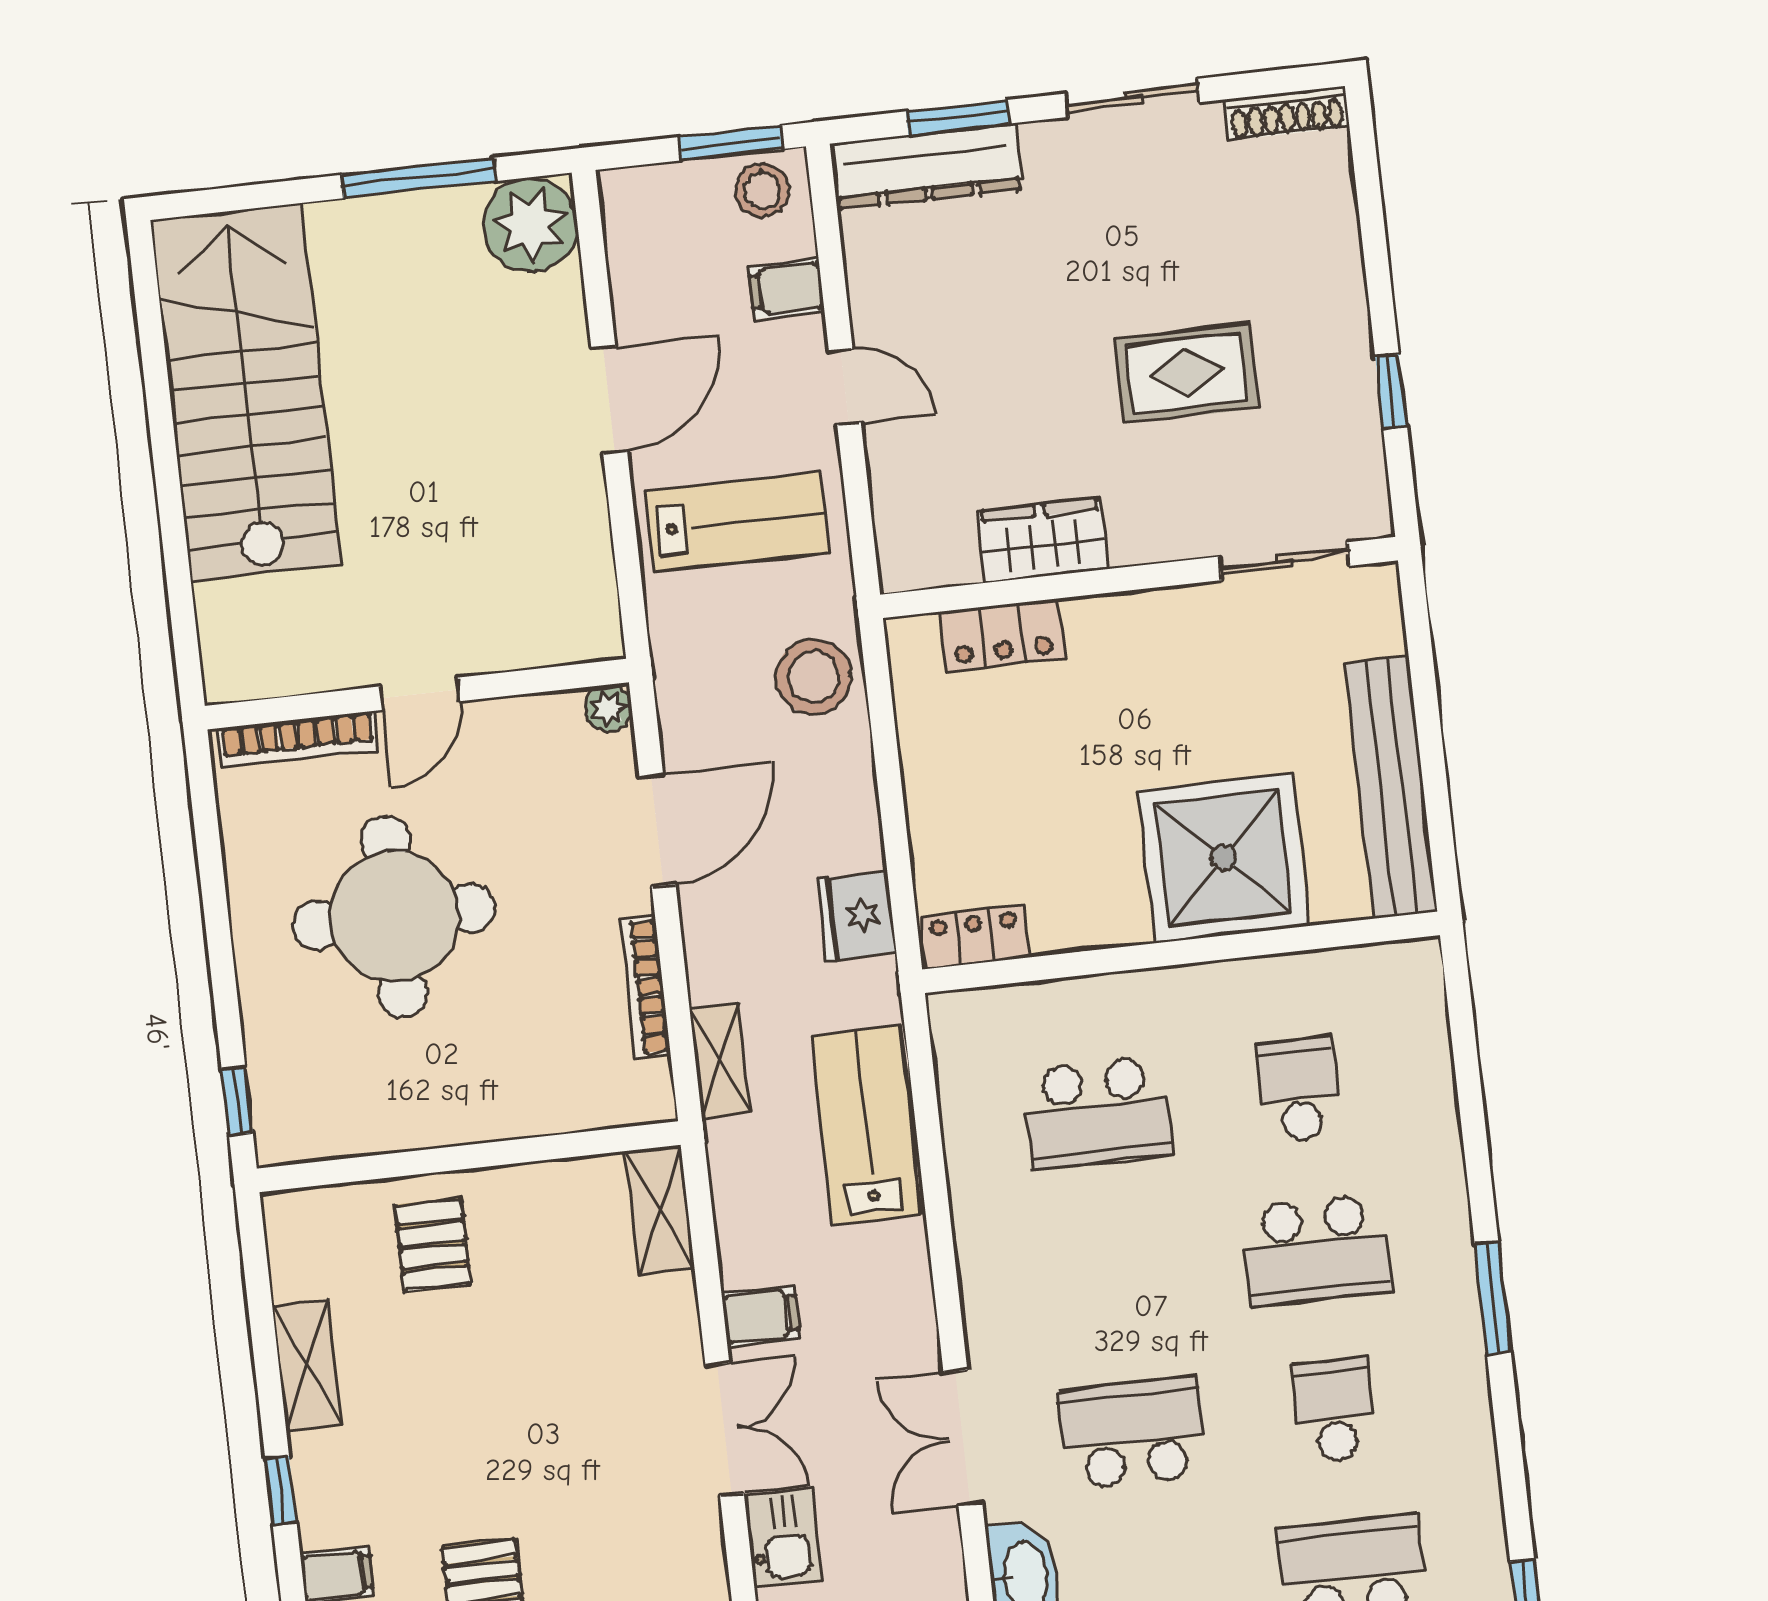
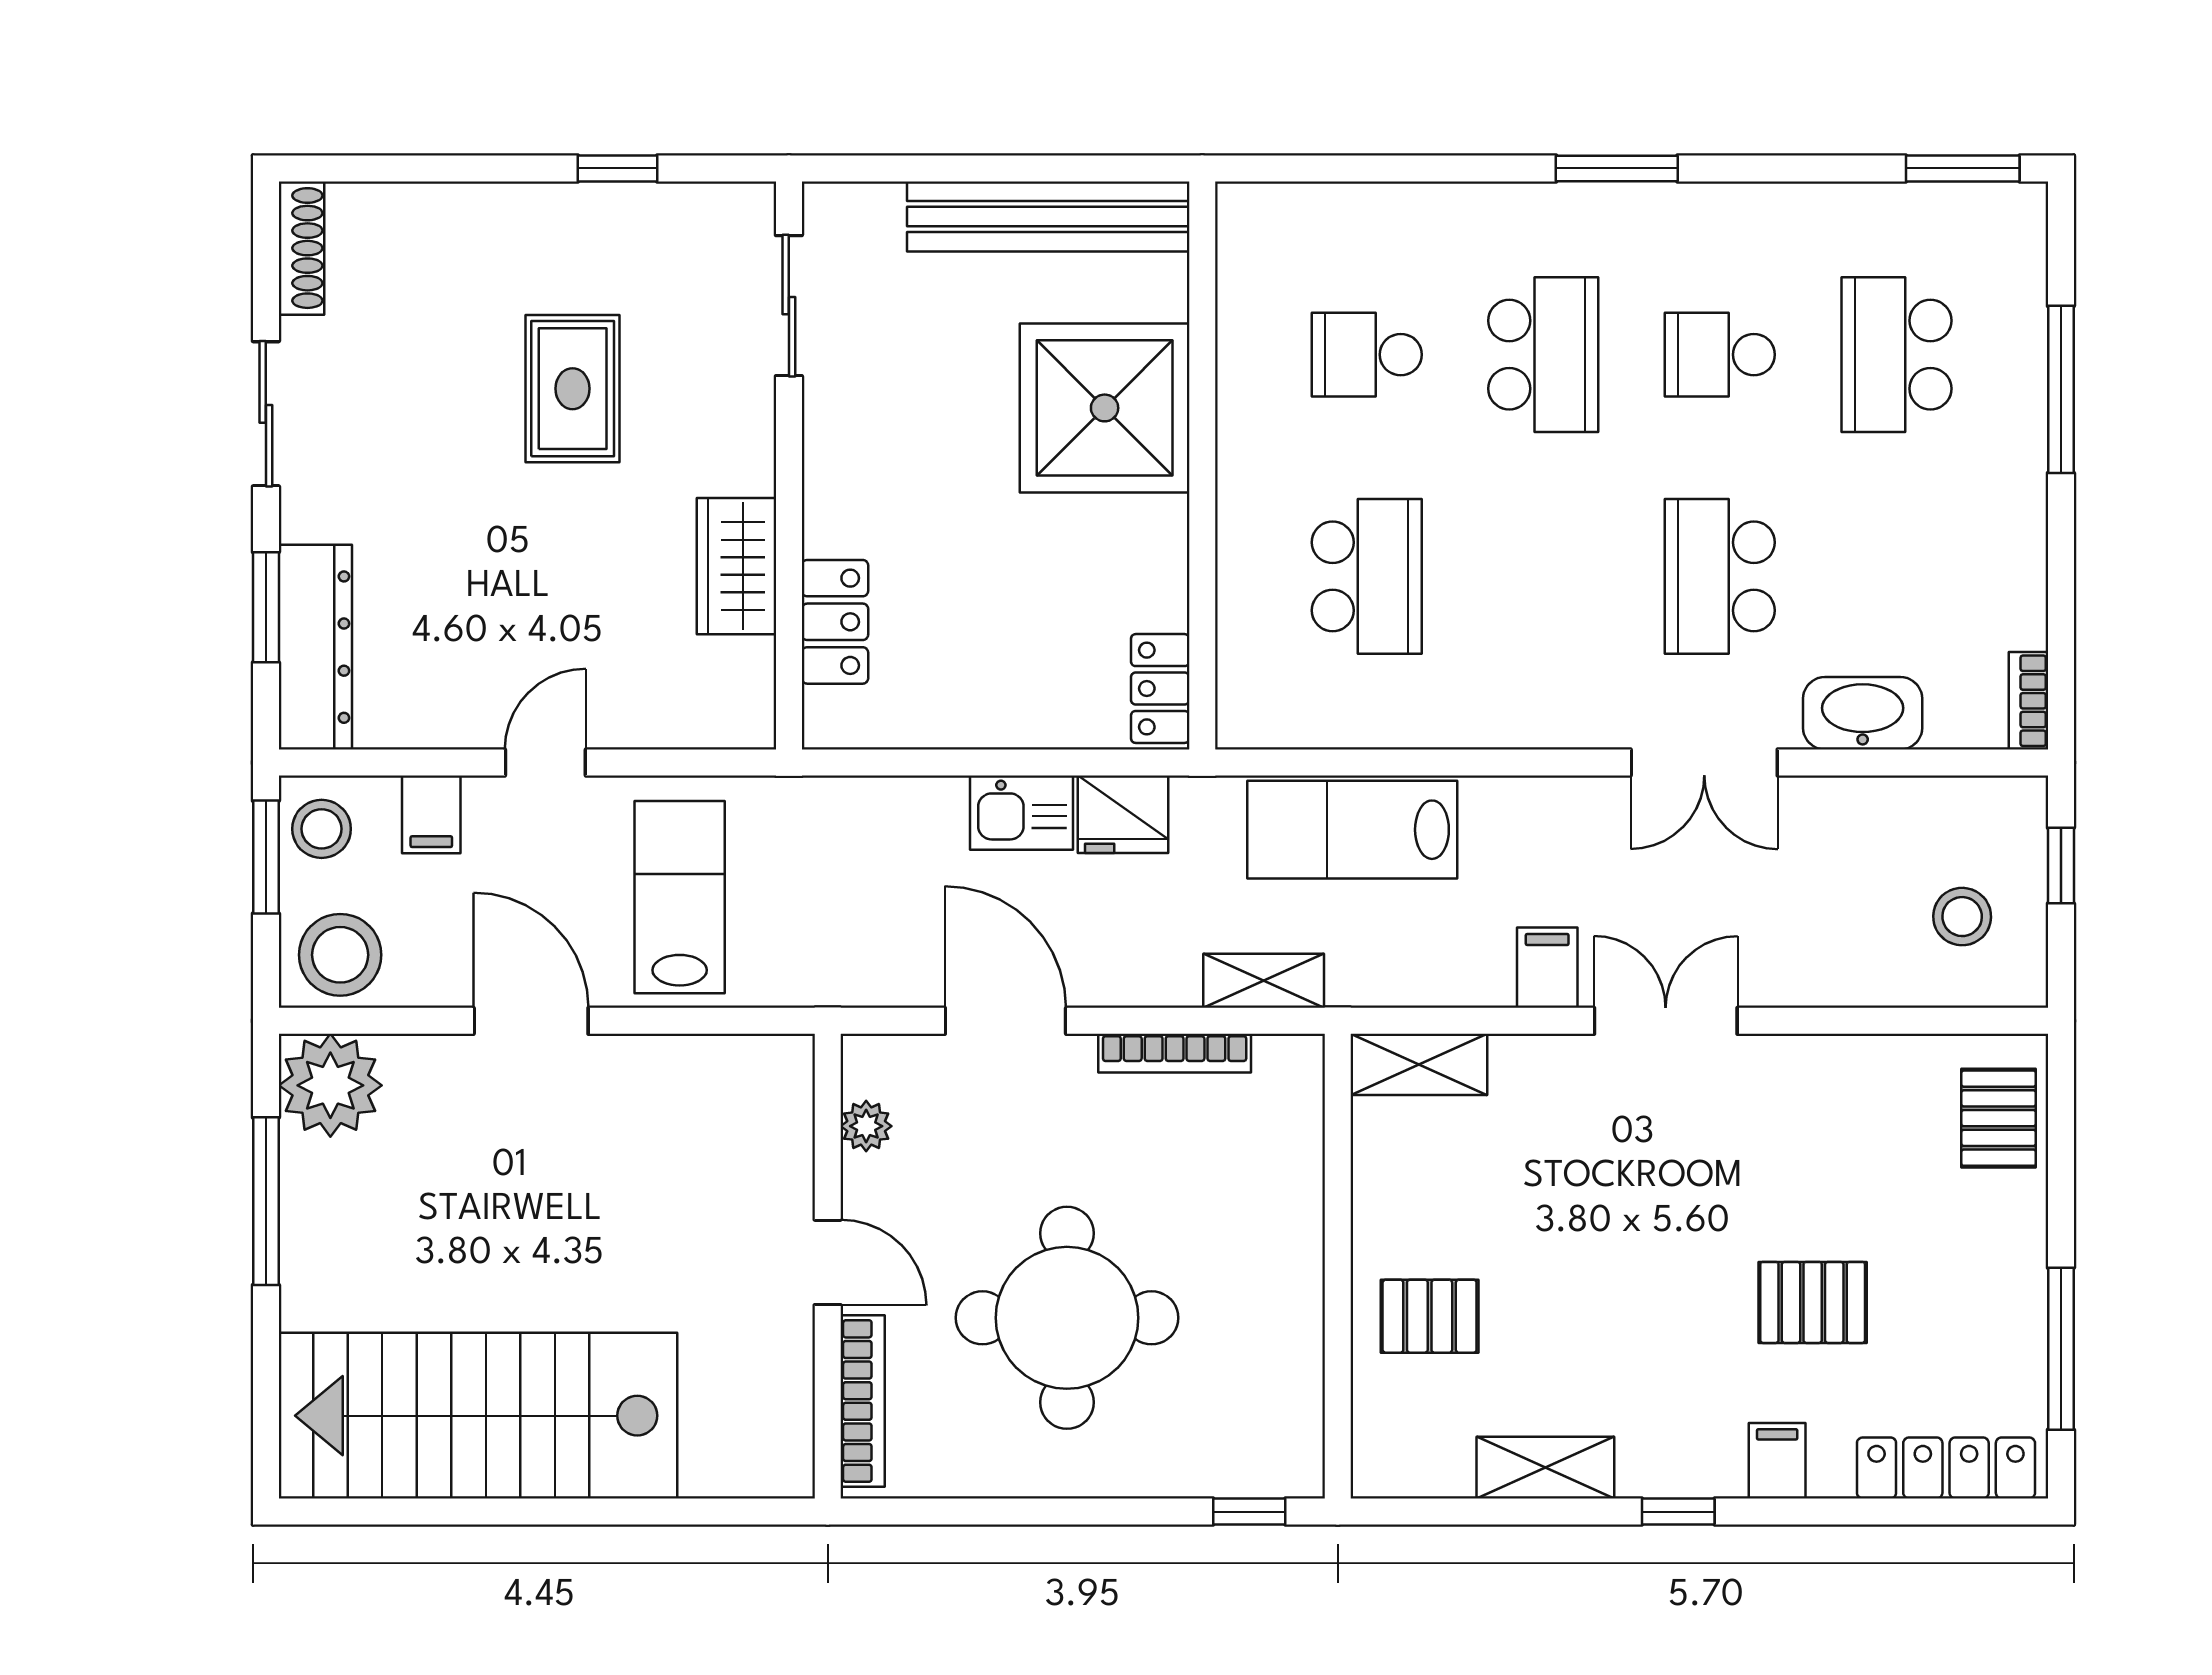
stool: (813, 677) -> (340, 955), moved
plant: (608, 708) -> (866, 1126), moved
kitchen sink: (783, 1538) -> (1021, 813), moved, turned 180

